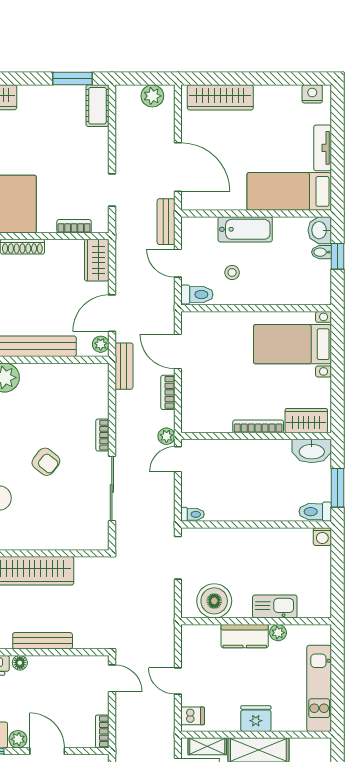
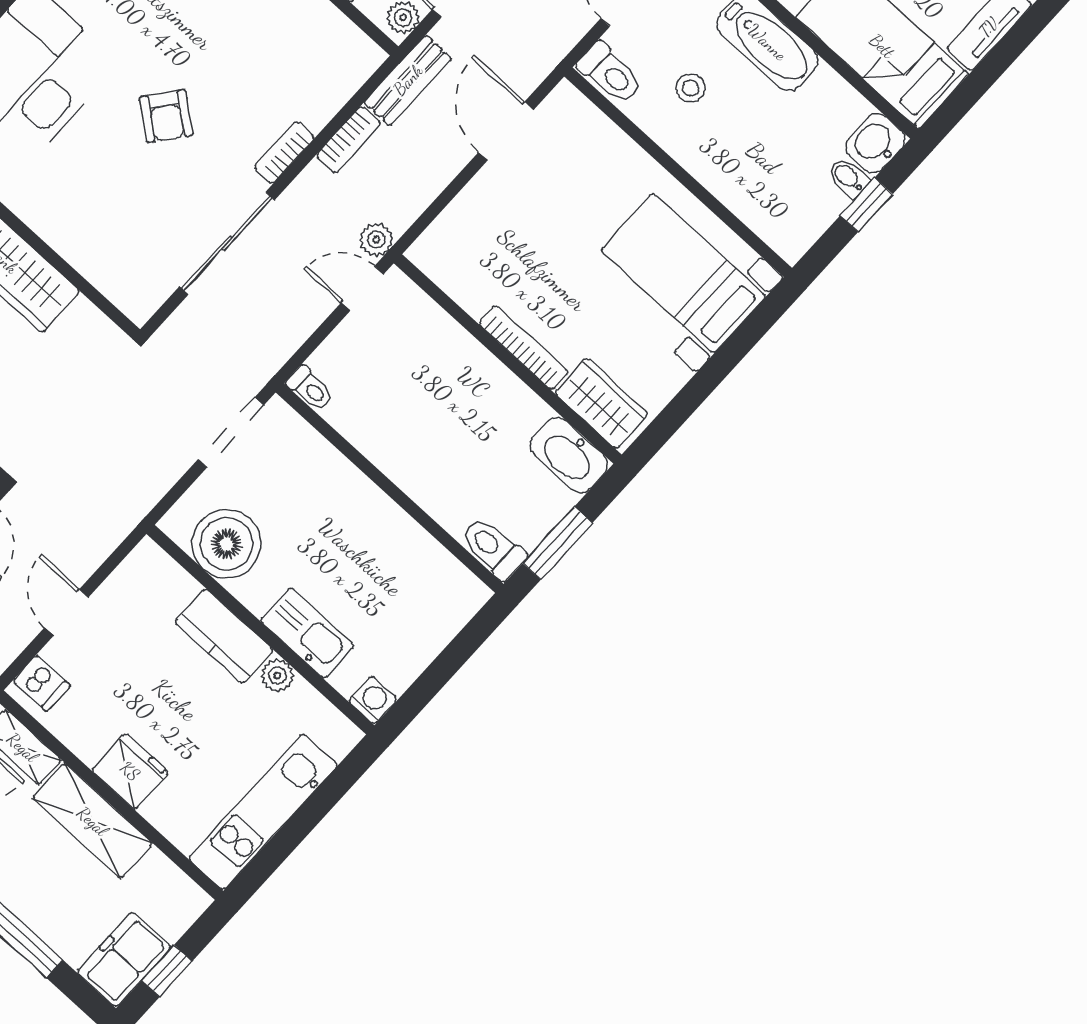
bookcase: (168, 392) -> (348, 140), moved, turned 180
washing machine: (322, 537) -> (373, 700), moved, turned 180

